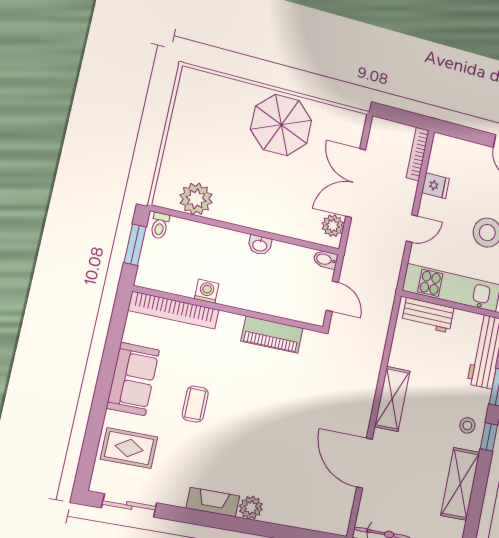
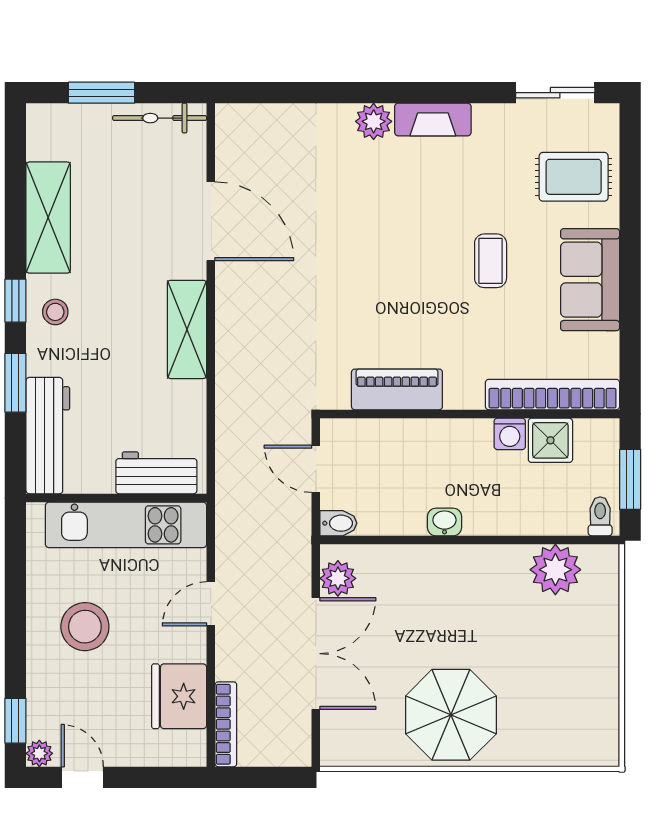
fridge: (436, 186) -> (179, 696), width x1.88, depth x1.34
shower: (181, 281) -> (550, 440), added

